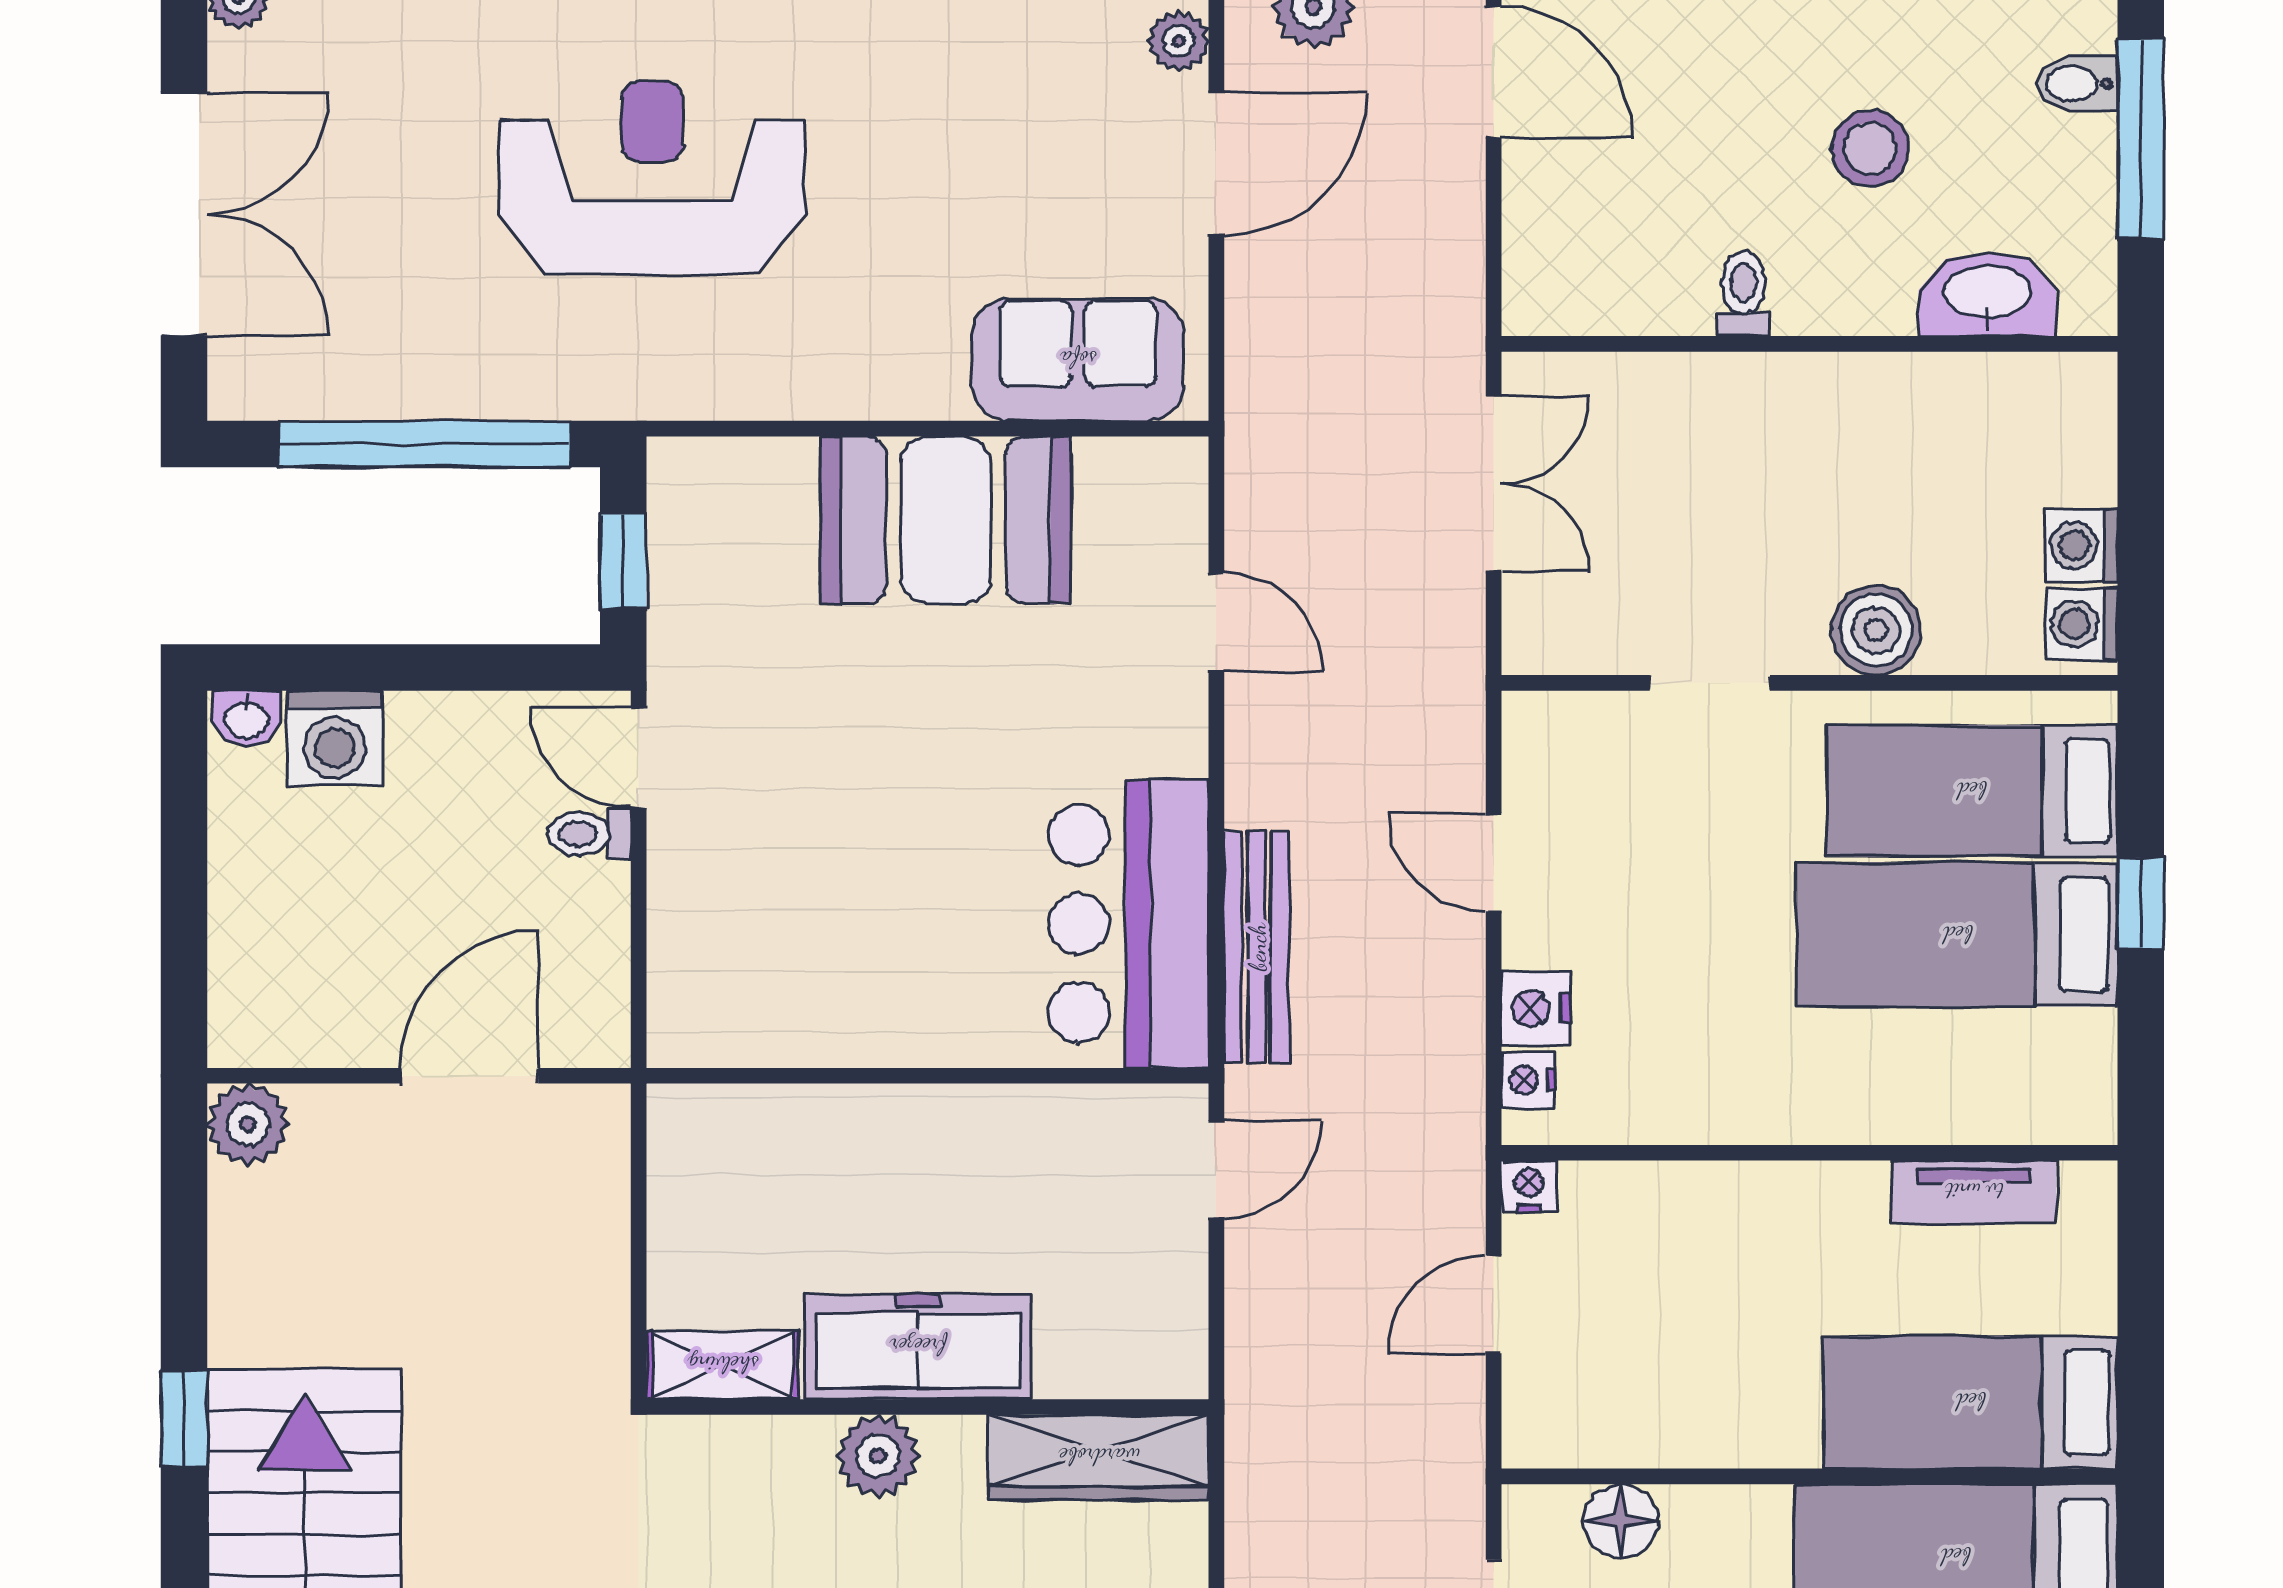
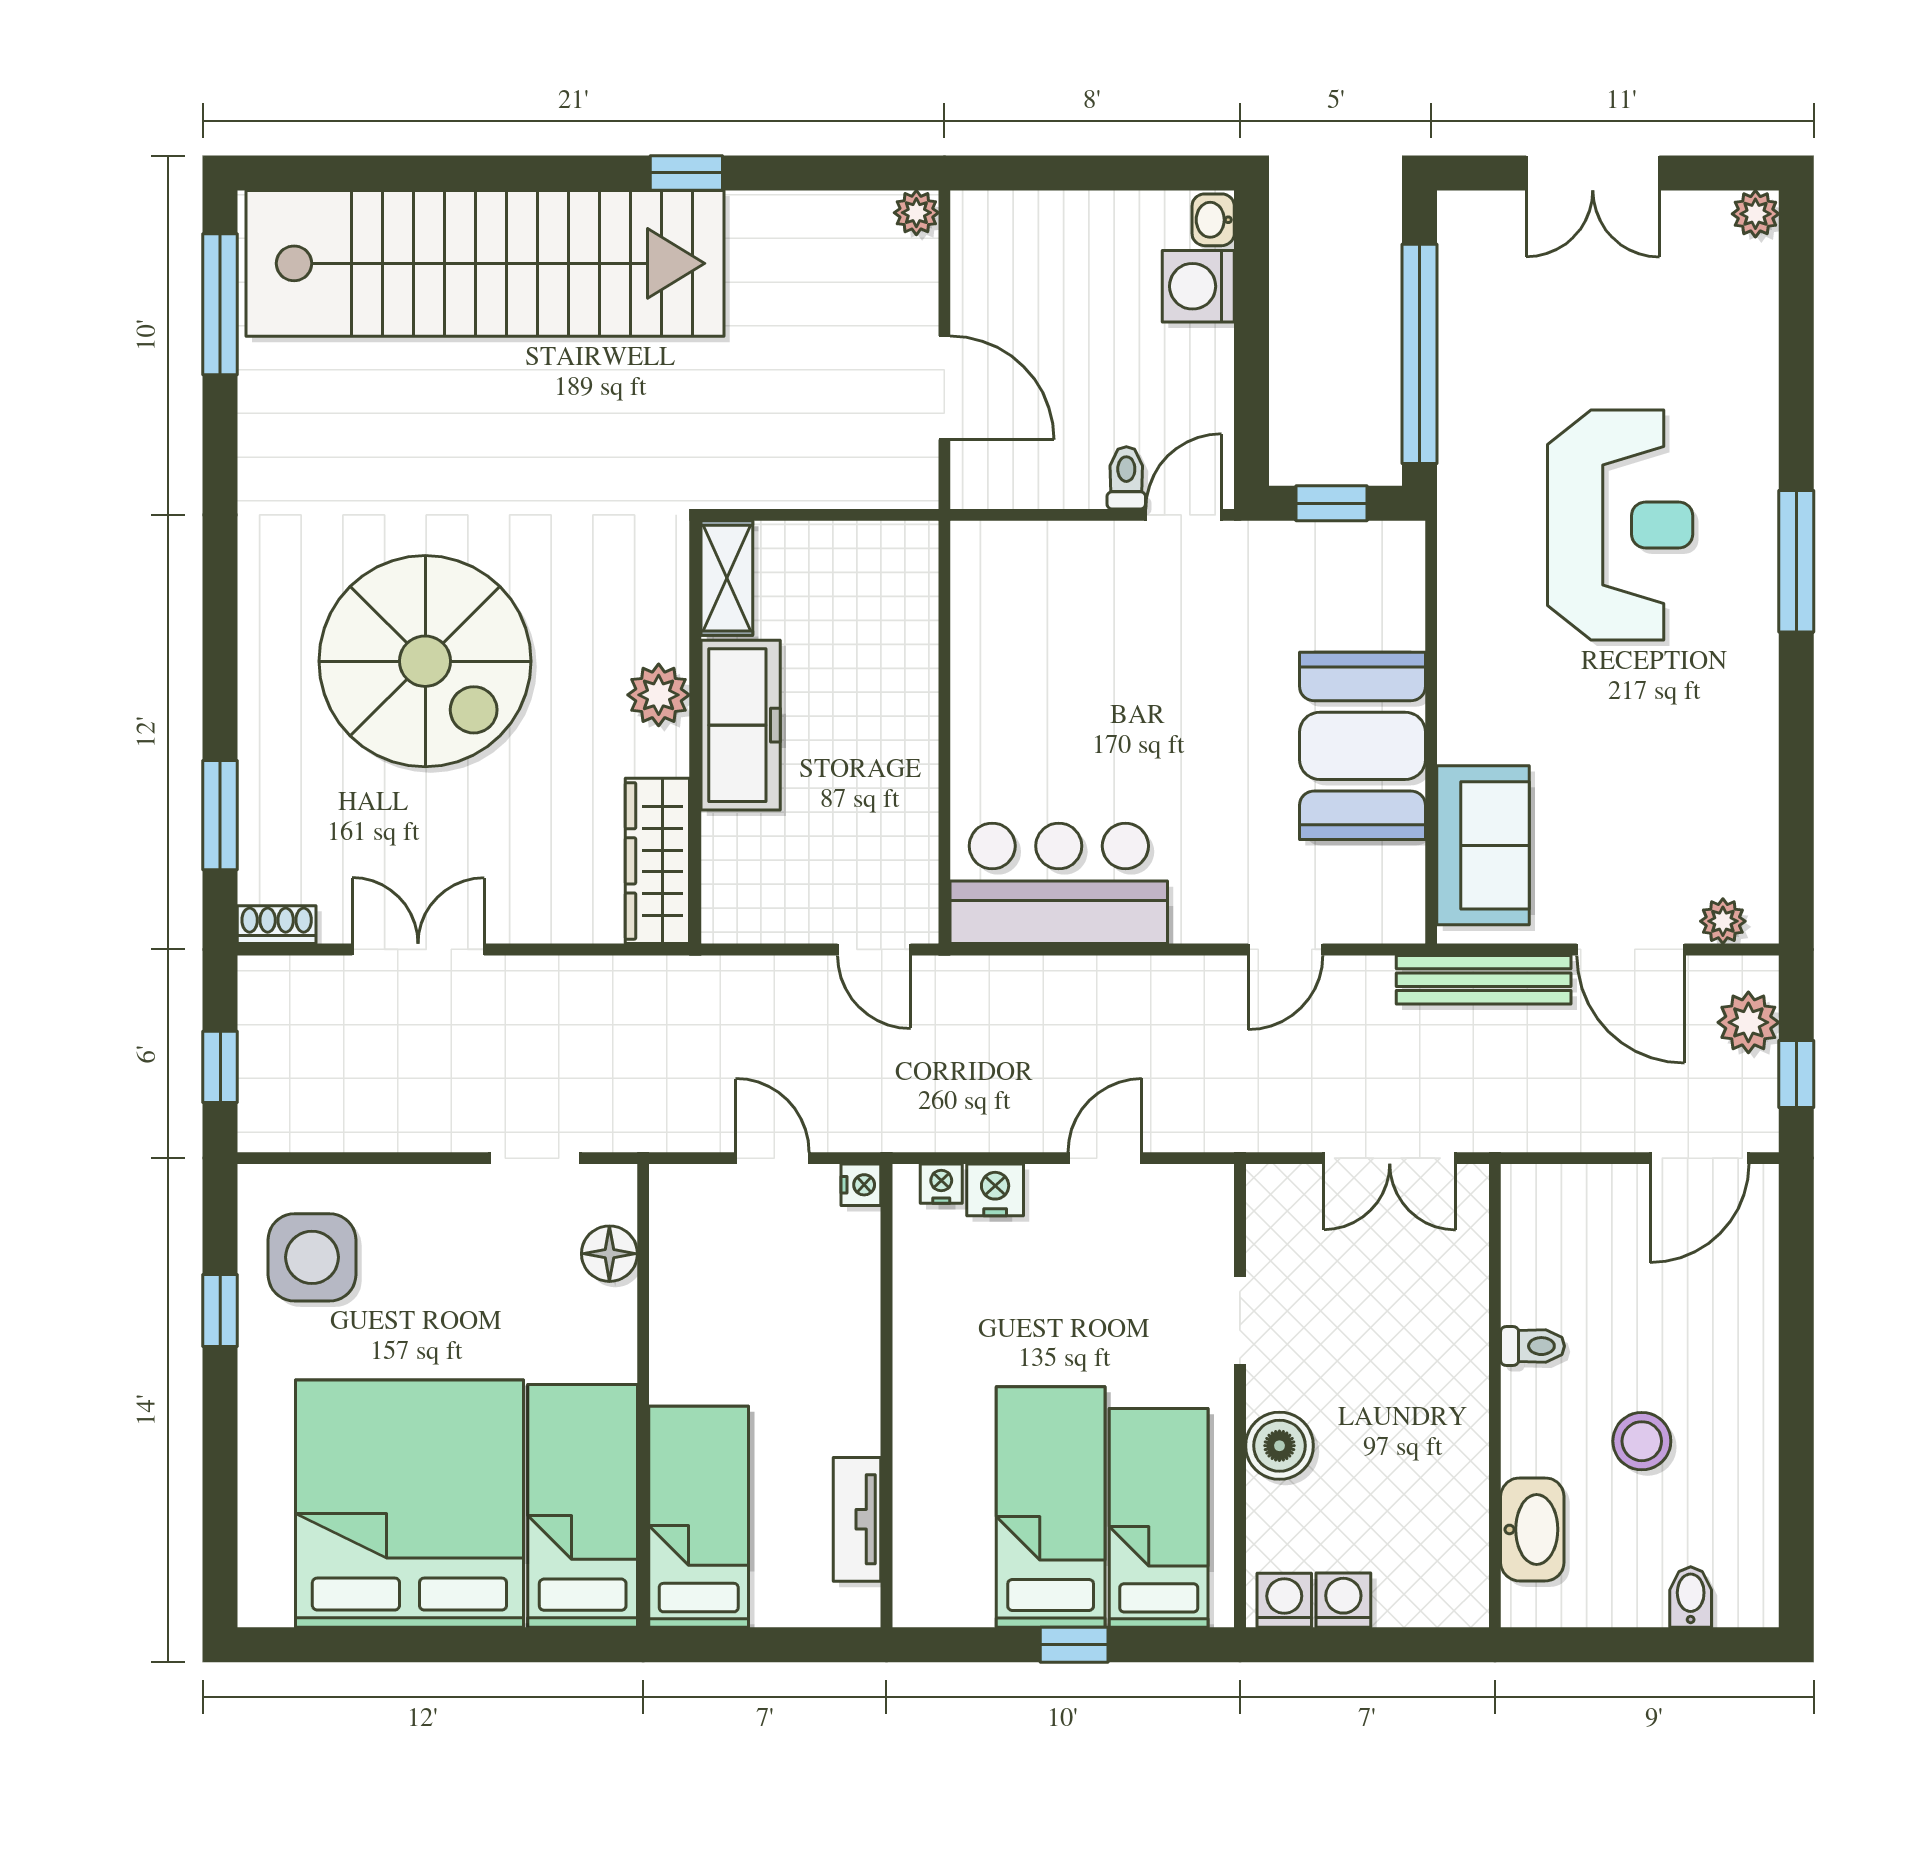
window: (2141, 139) -> (1649, 1645), removed
double door: (184, 214) -> (1593, 173), width x0.73
bench: (1257, 947) -> (1484, 980), moved
plant: (248, 1124) -> (916, 213), width x0.73, depth x0.73

